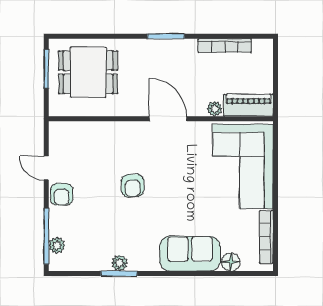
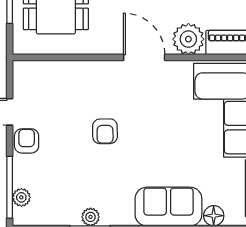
plant: (215, 109) -> (188, 39), width x1.88, depth x1.88
armchair: (62, 194) -> (27, 141), turned 180

